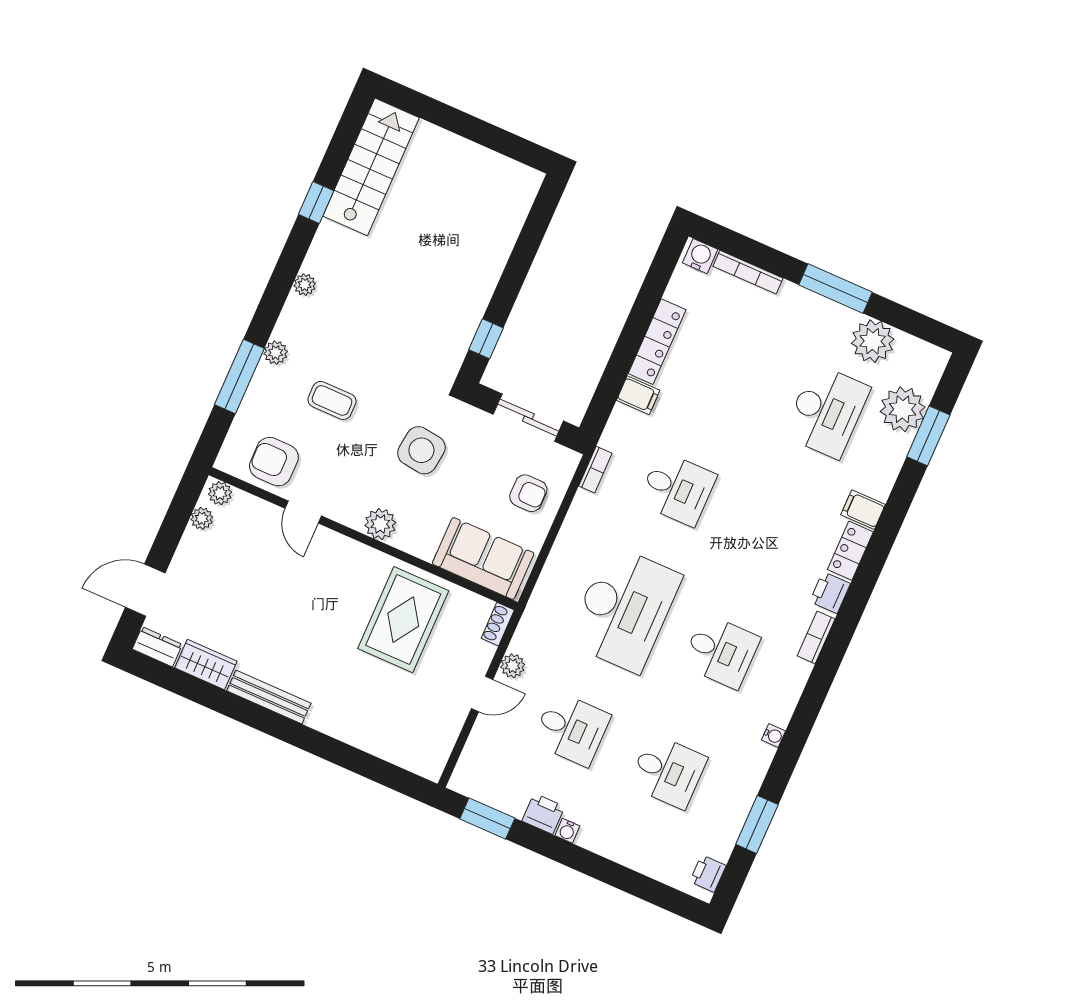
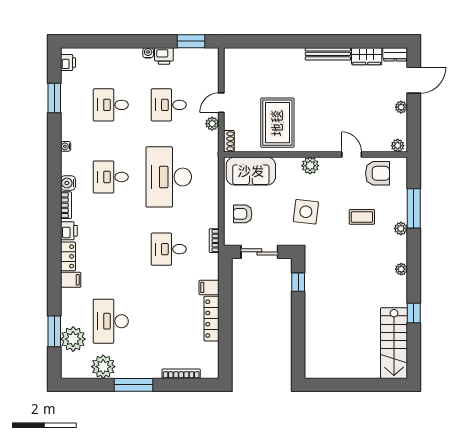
water cooler: (700, 256) -> (68, 183), moved, turned 90
plant: (202, 518) -> (401, 107), moved

